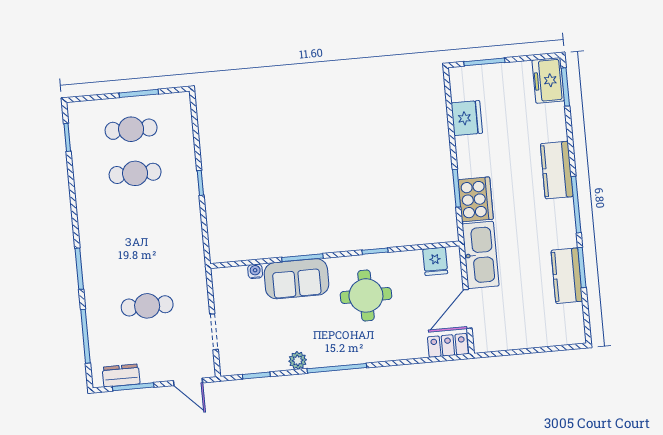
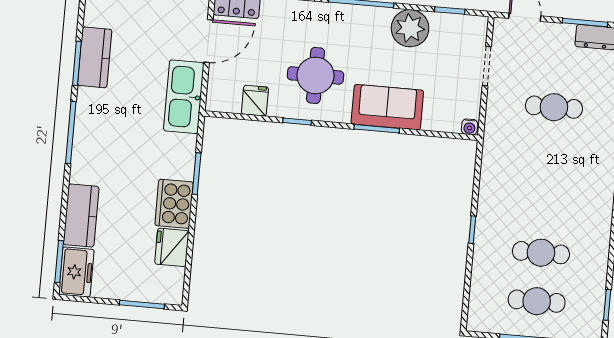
kitchen counter: (557, 170) -> (81, 215), moved
cooker: (476, 199) -> (174, 204), moved
fridge: (435, 261) -> (255, 101), moved
water cooler: (255, 271) -> (469, 127), moved
plant: (298, 360) -> (410, 28), width x1.88, depth x1.88

